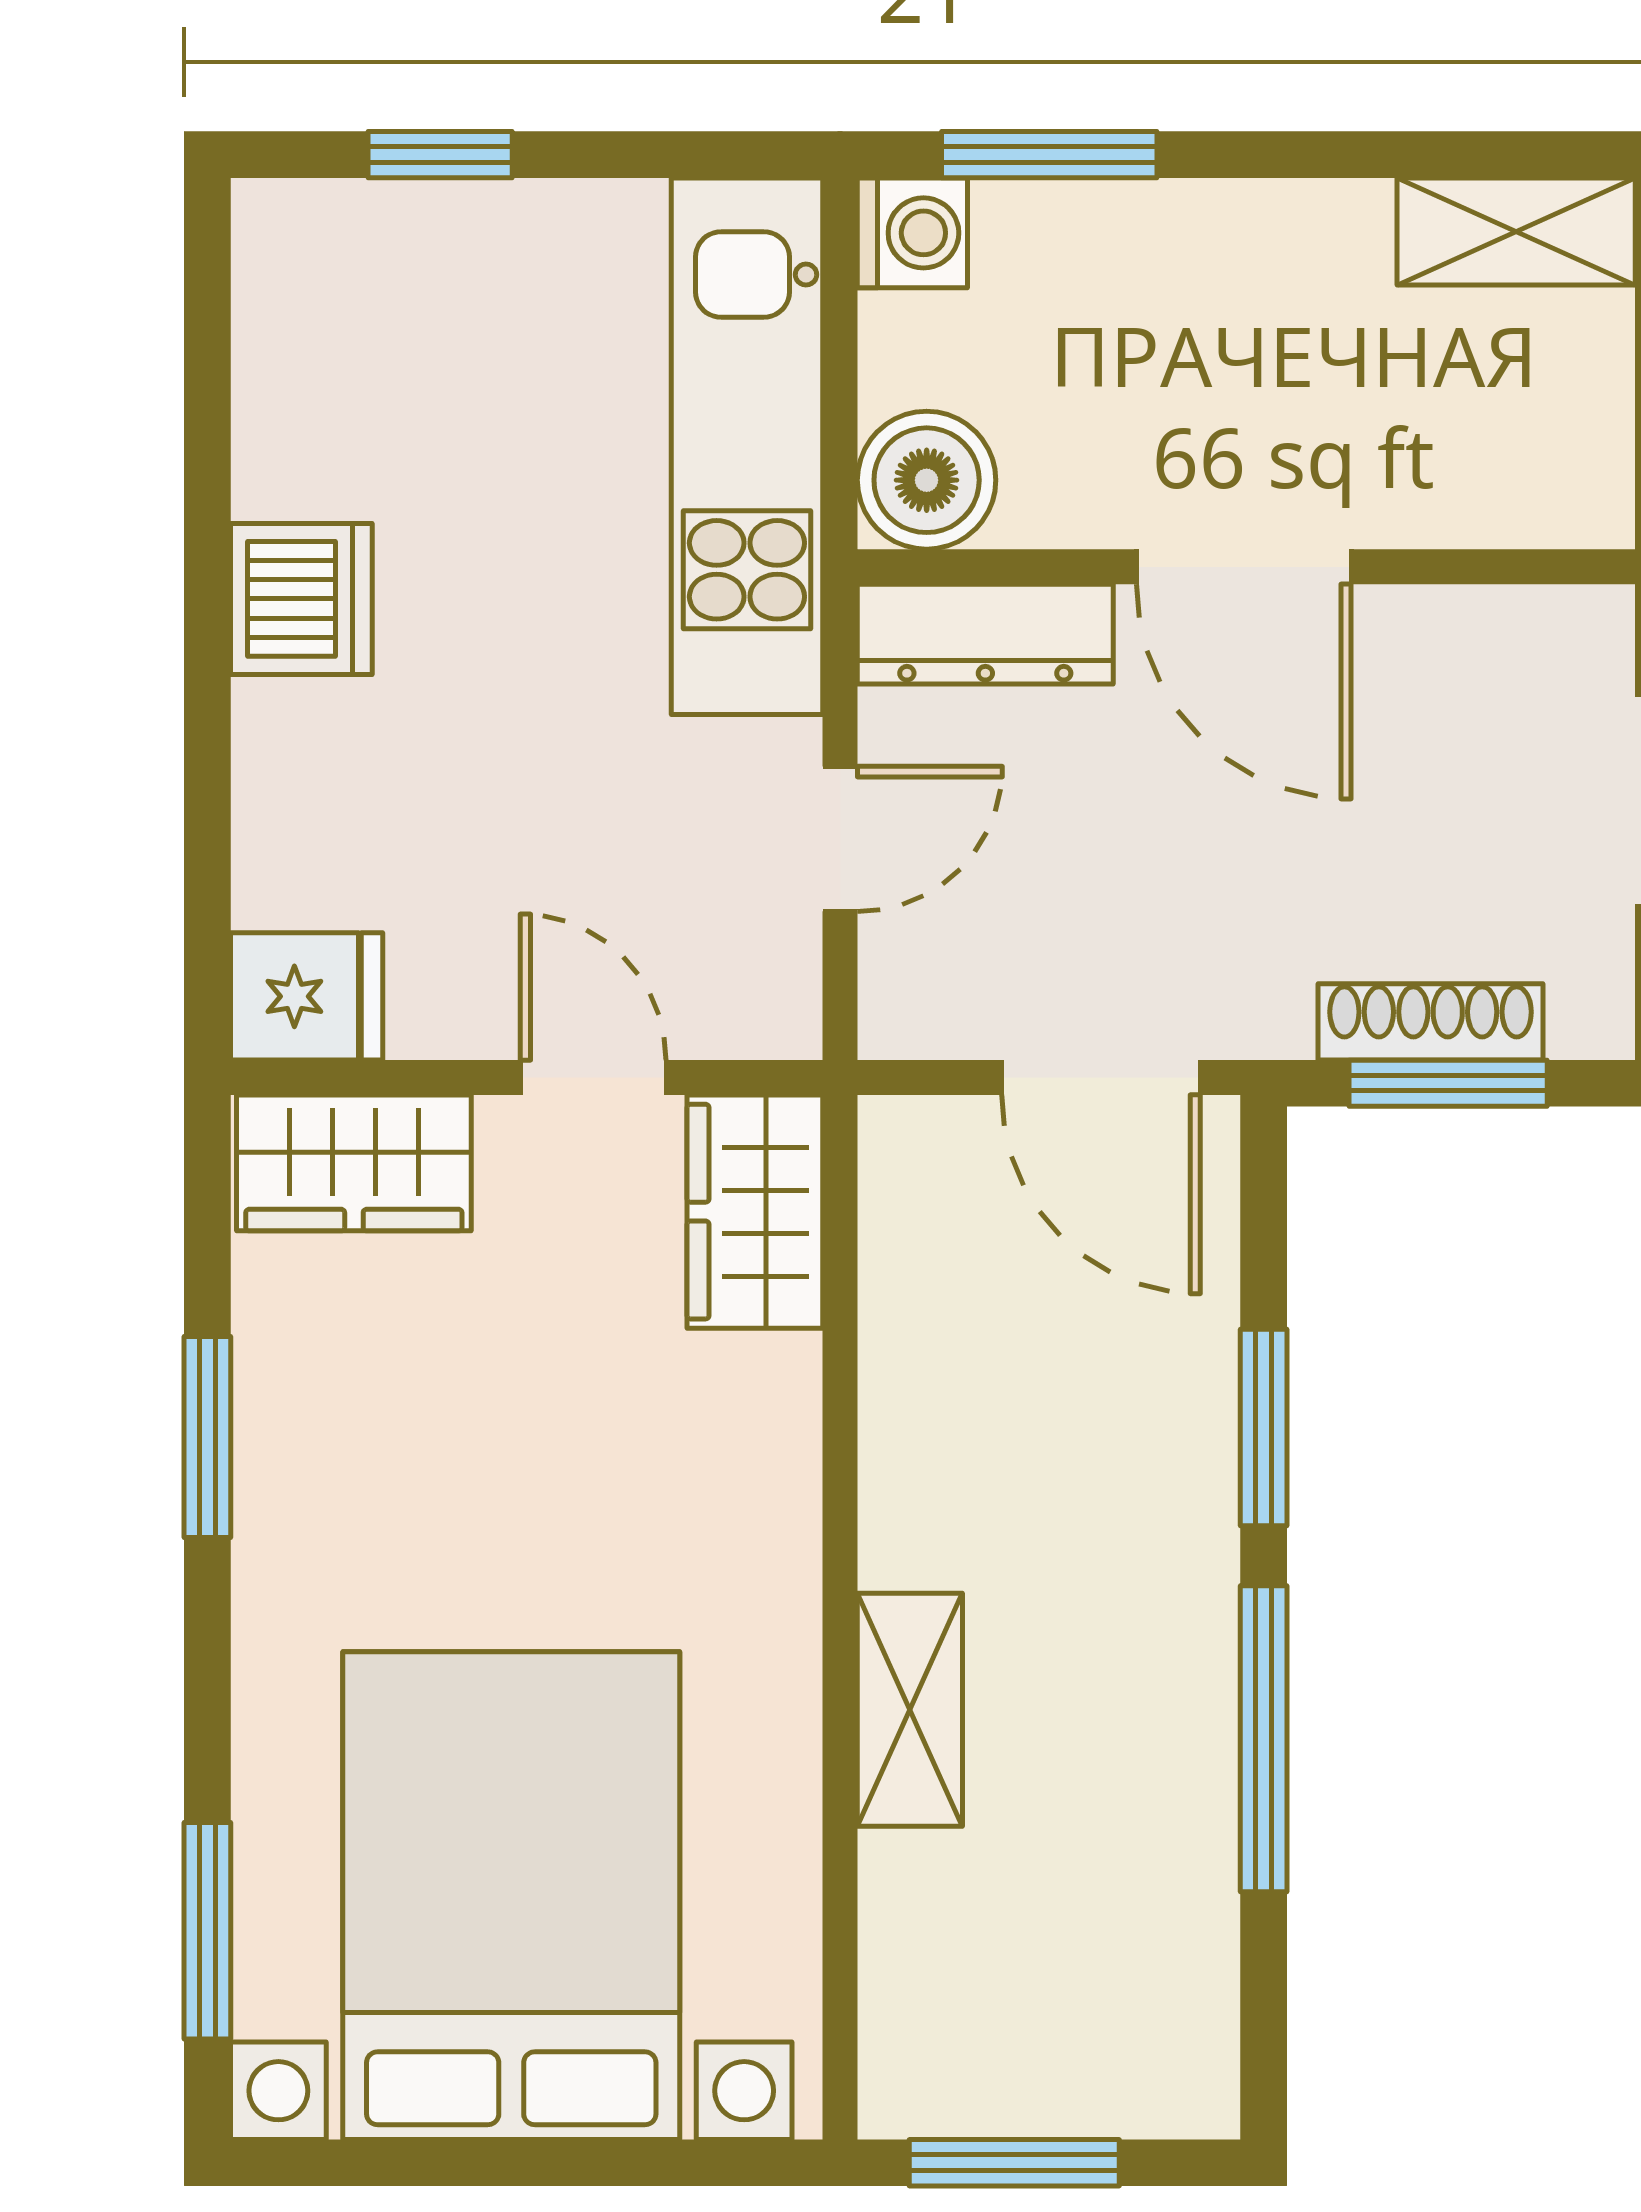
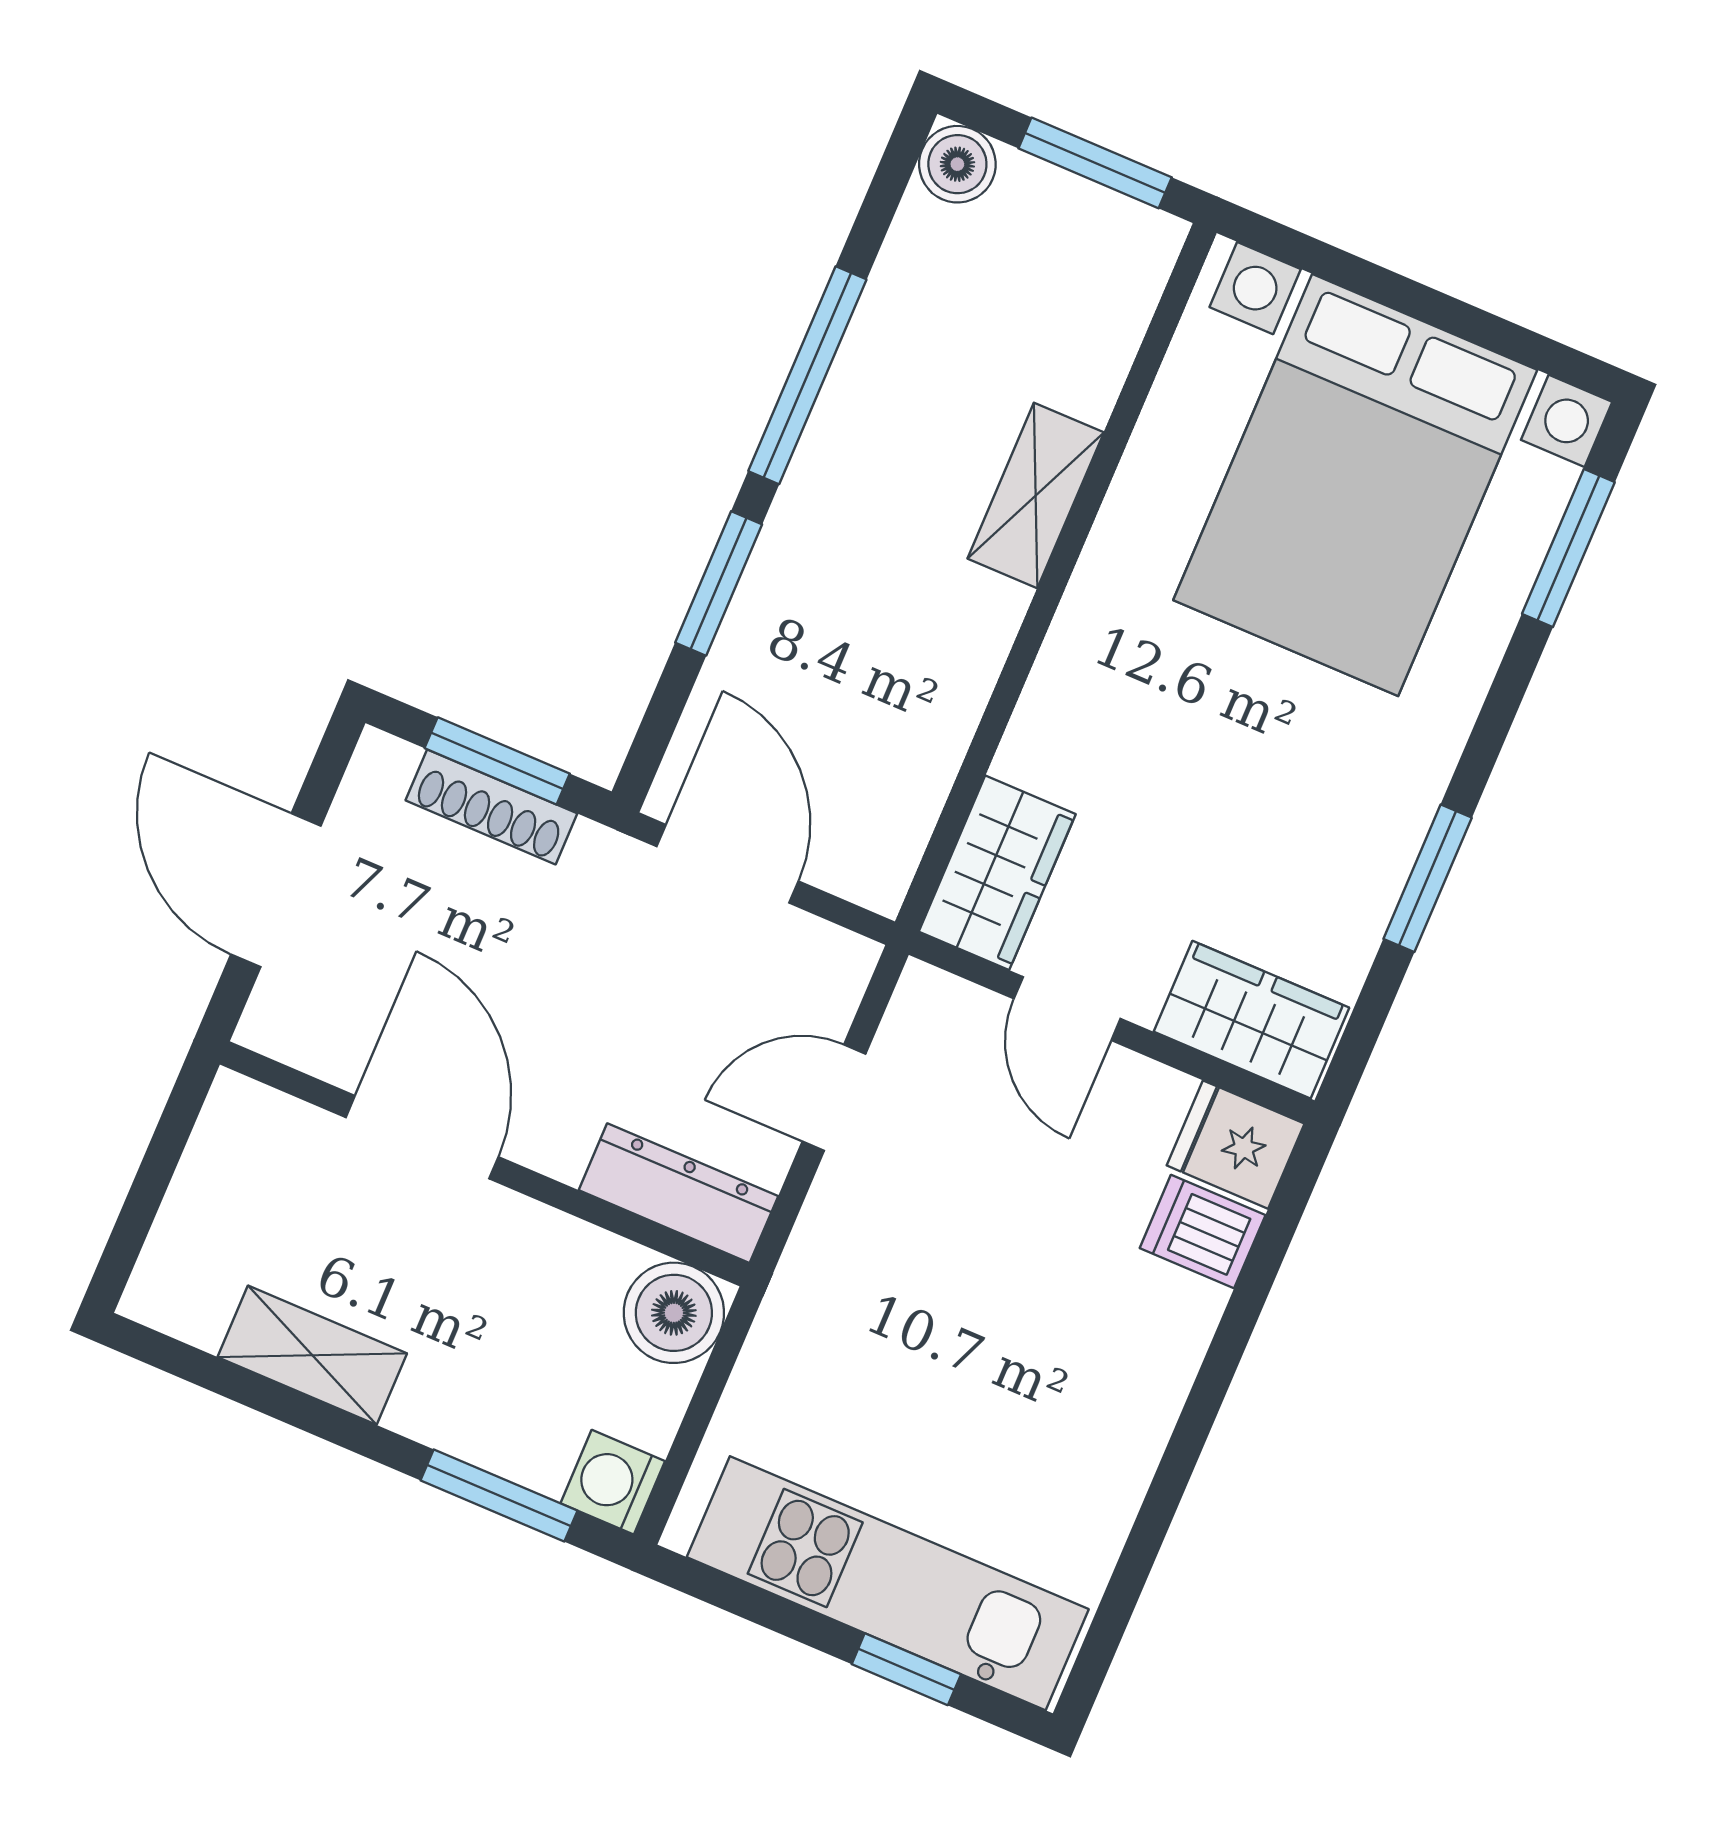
shelving: (1516, 231) -> (312, 1355), moved
kitchen unit: (747, 446) -> (888, 1583), moved, turned -90
door: (1244, 567) -> (422, 1137), moved
dishwasher: (301, 599) -> (1203, 1232), moved, width x0.73
boiler: (1188, 2087) -> (957, 164), added

